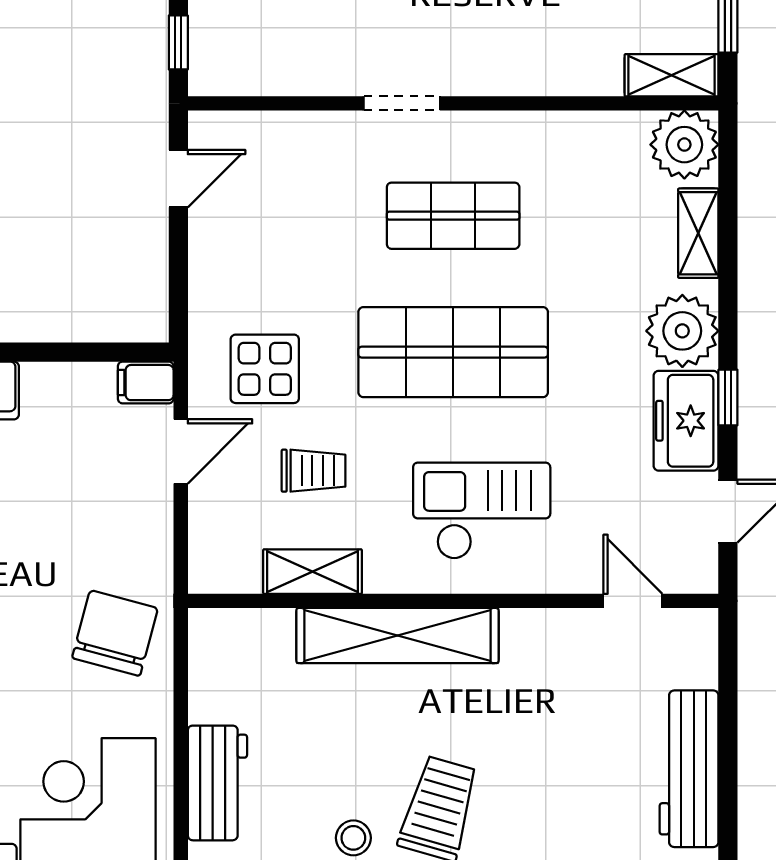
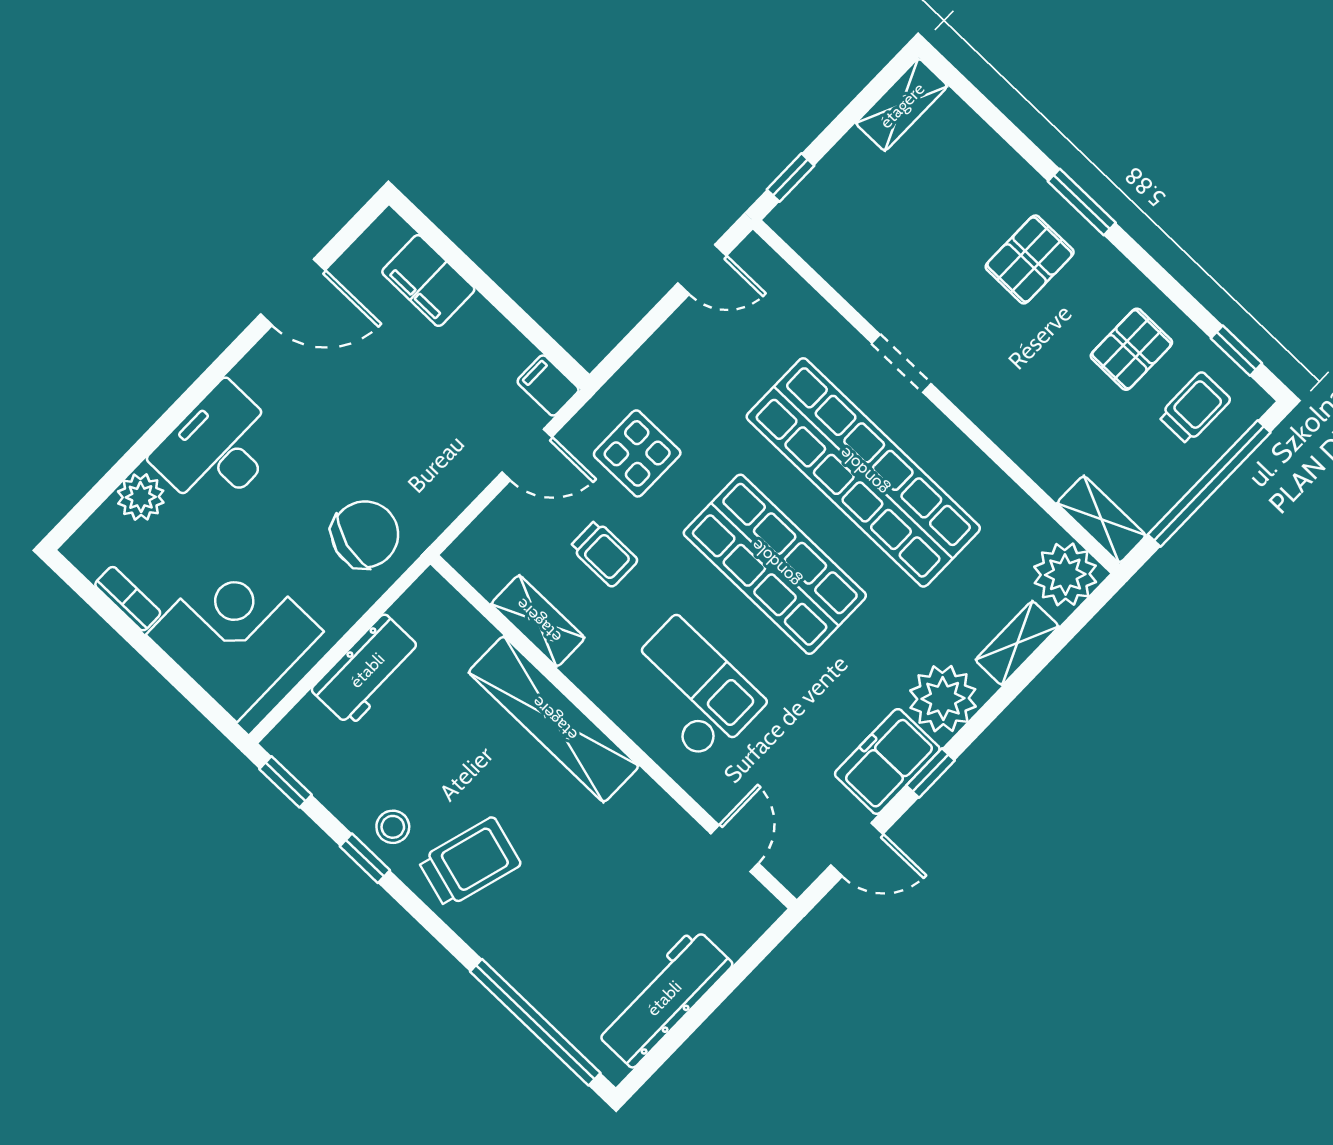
shop shelf: (453, 216) -> (863, 472), width x2.00, depth x1.36
workbench: (217, 783) -> (367, 670), moved

